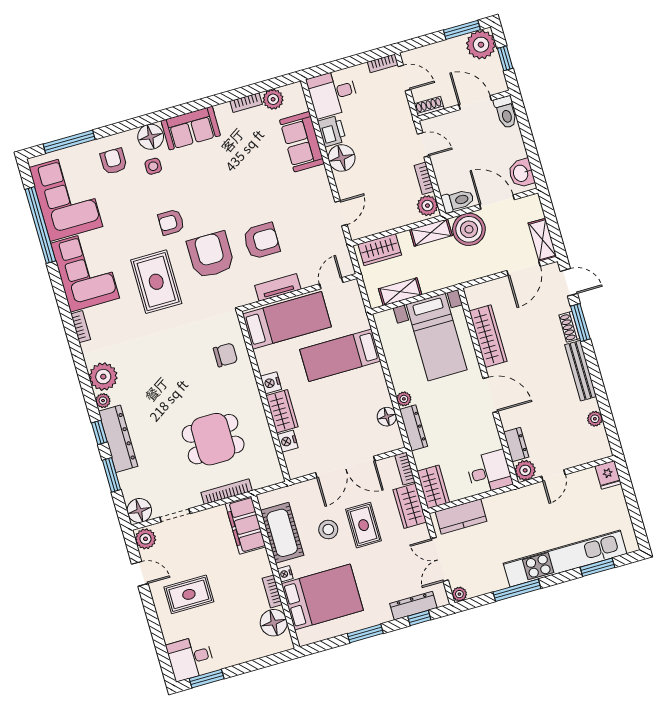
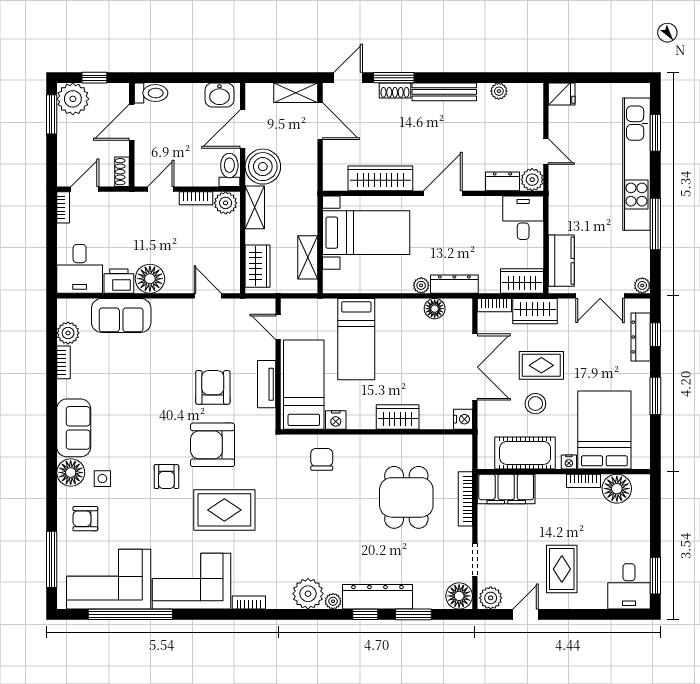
nightstand: (271, 383) -> (336, 420), moved
nightstand: (287, 441) -> (463, 419), moved, turned -90

